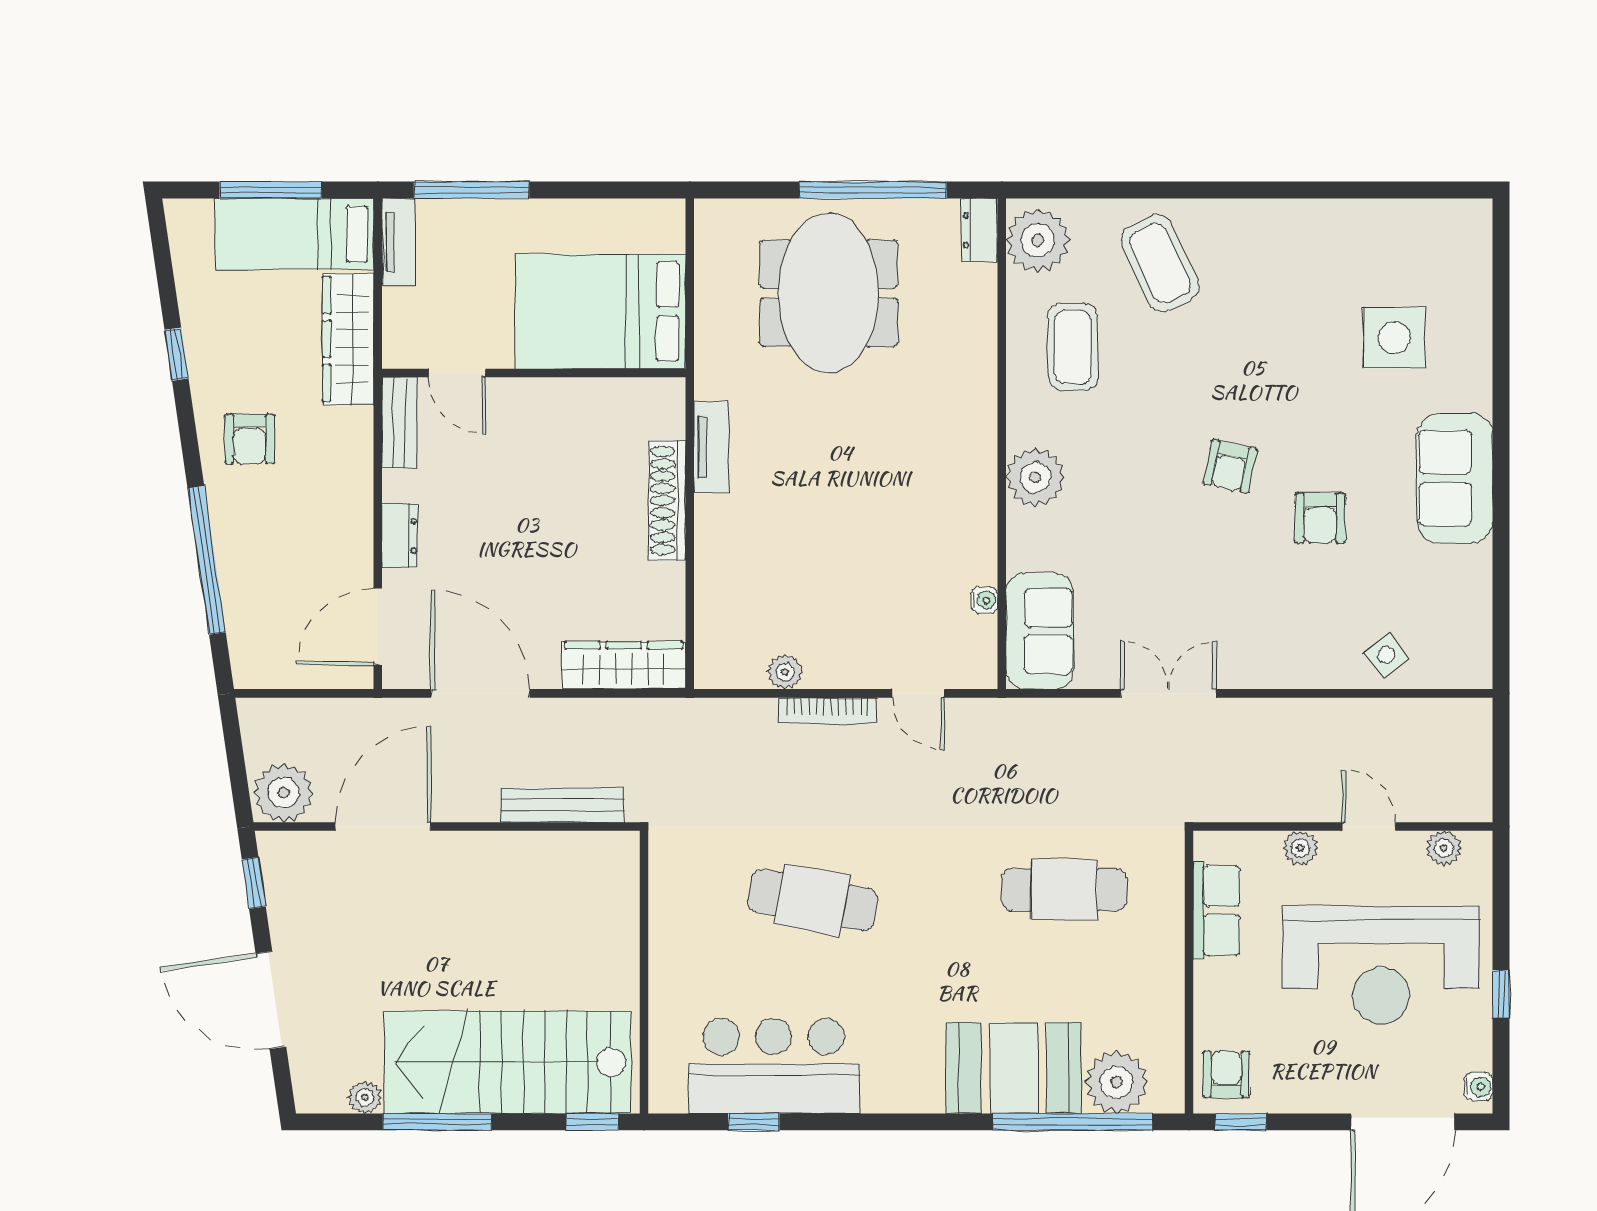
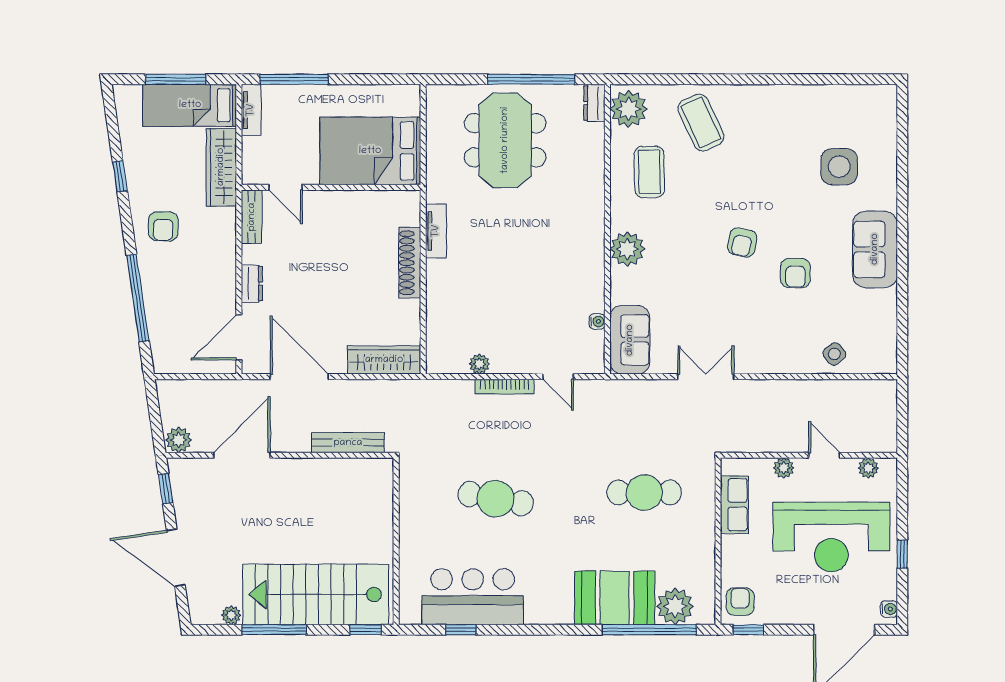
plant: (284, 793) -> (179, 440), width x0.73, depth x0.73

